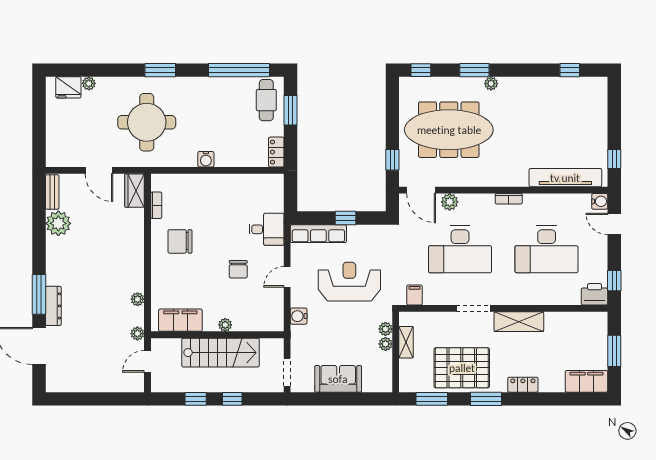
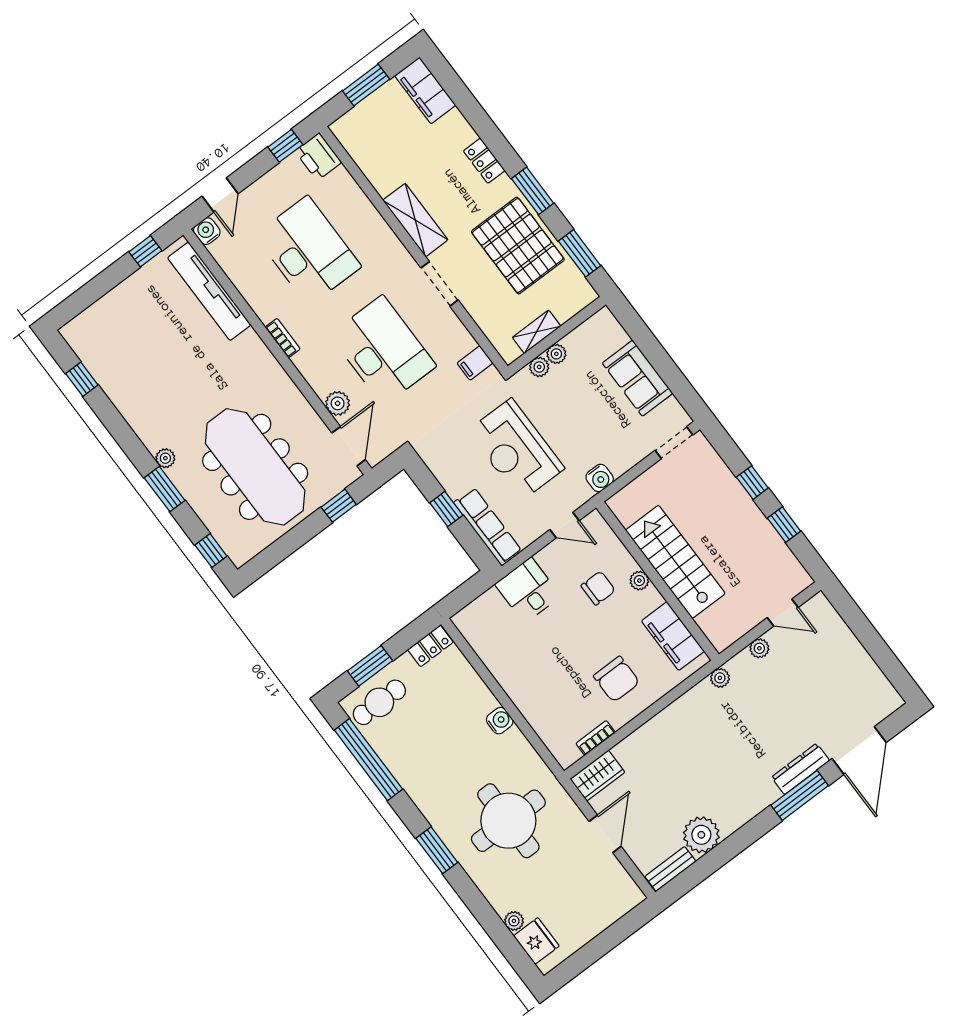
filing cabinet: (180, 320) -> (673, 636), moved
plant: (225, 325) -> (639, 581), moved
wall: (217, 335) -> (658, 581), moved
stairs: (220, 353) -> (675, 562), moved

